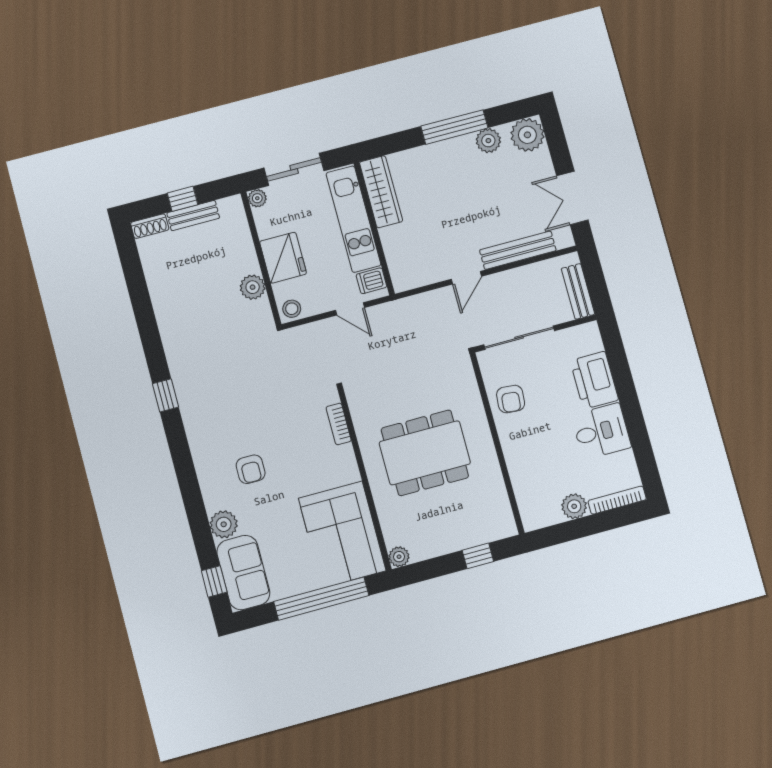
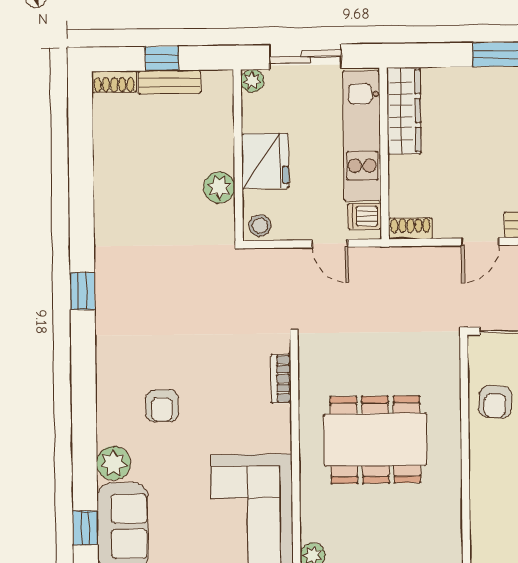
shoe rack: (410, 281) -> (410, 228), added

